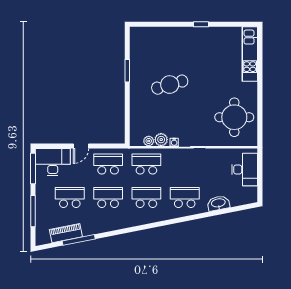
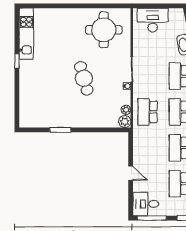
kitchen unit: (250, 54) -> (26, 34), moved, turned -90
cafe table: (170, 85) -> (84, 78), moved
plant: (161, 140) -> (125, 122), moved
desk: (53, 162) -> (146, 204), width x0.73
school desk: (108, 164) -> (148, 148), removed

